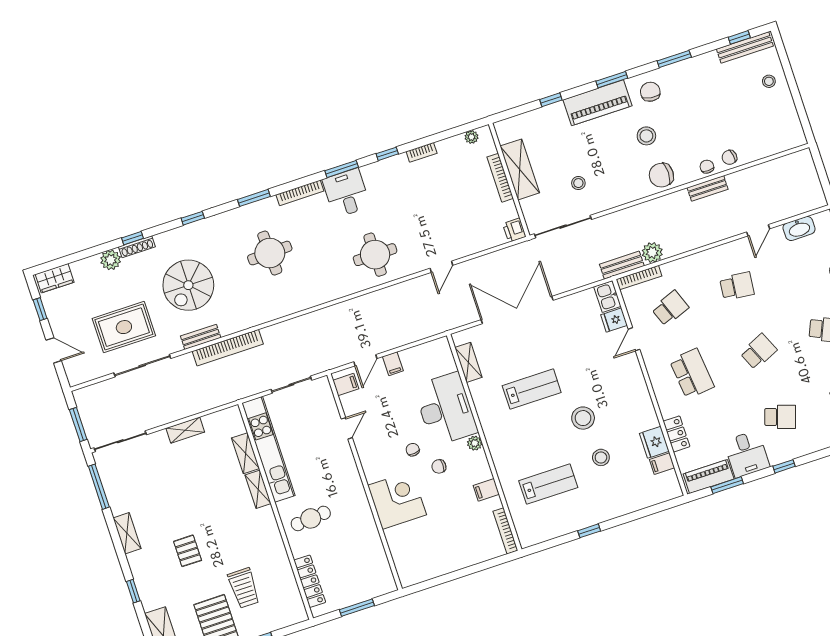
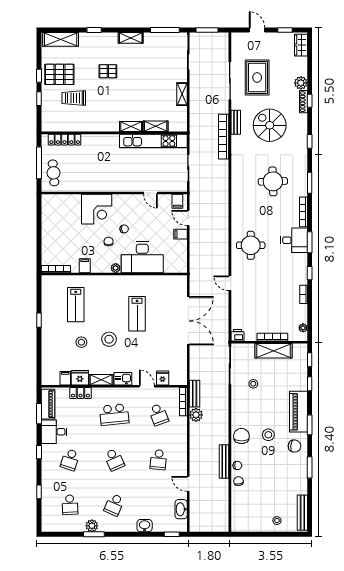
window: (739, 37) -> (310, 360), moved
bench: (708, 188) -> (224, 461), width x1.36
kitchen sink: (607, 296) -> (123, 379), moved
door: (54, 350) -> (257, 30), swing flipped
shelving: (468, 362) -> (101, 380), moved
cafe table: (311, 518) -> (54, 173), moved
window: (357, 608) -> (39, 163), width x1.44

